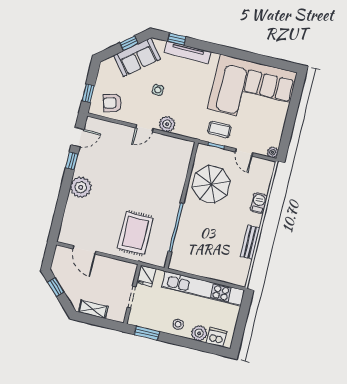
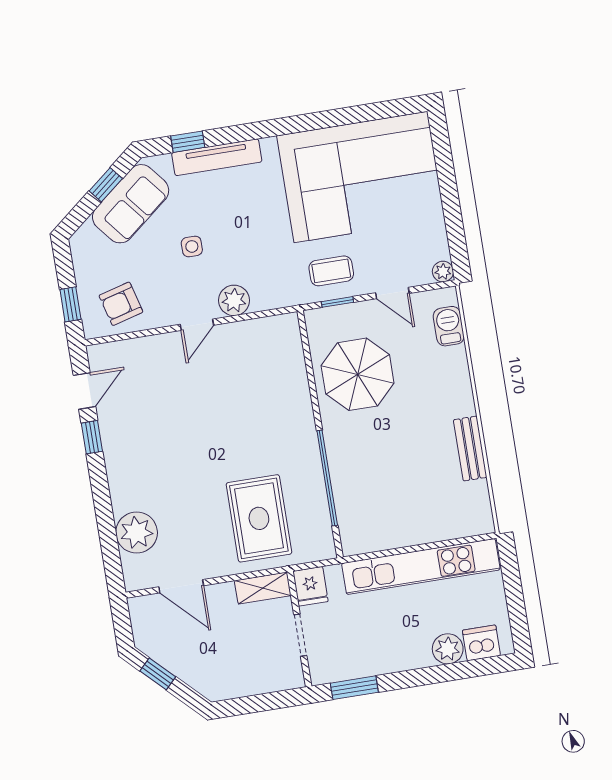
plant: (81, 187) -> (137, 533), moved
barbecue: (259, 203) -> (449, 326), moved
shelving: (93, 309) -> (263, 588), moved
stool: (178, 324) -> (404, 649), removed

